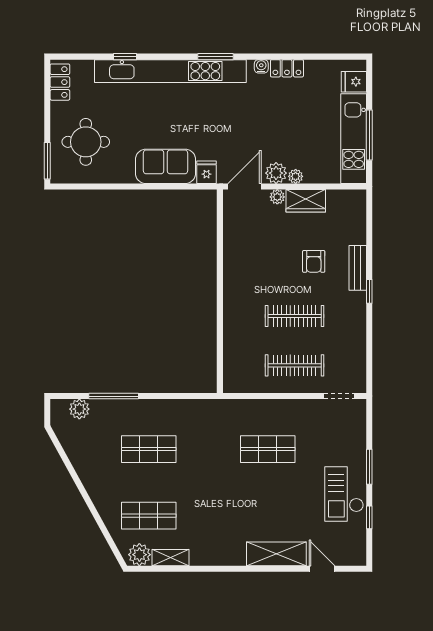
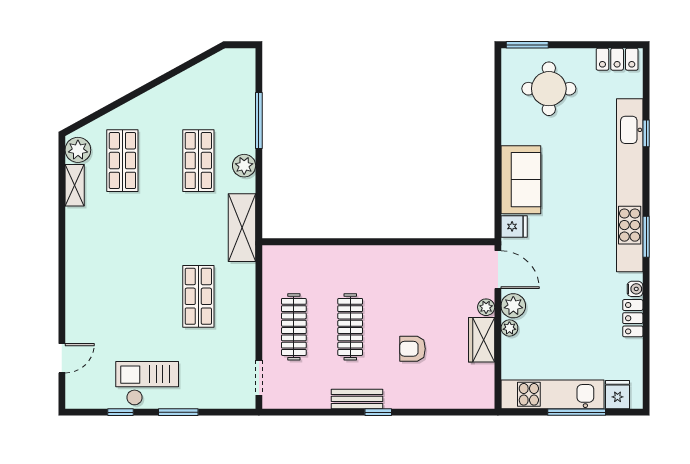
window: (369, 135) -> (577, 412), moved
bench: (358, 268) -> (357, 399), moved
plant: (79, 409) -> (244, 166), moved
shelving: (276, 554) -> (242, 228), moved

